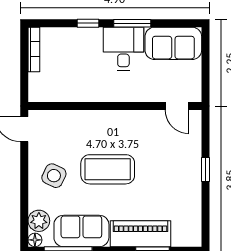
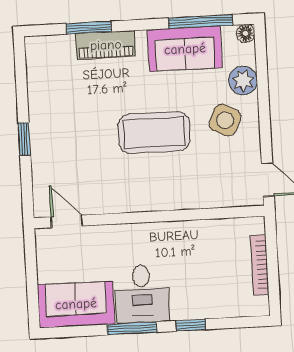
bookcase: (34, 49) -> (260, 265), moved
plant: (39, 221) -> (243, 80), moved
piano: (140, 234) -> (106, 45), width x0.73, depth x0.75

